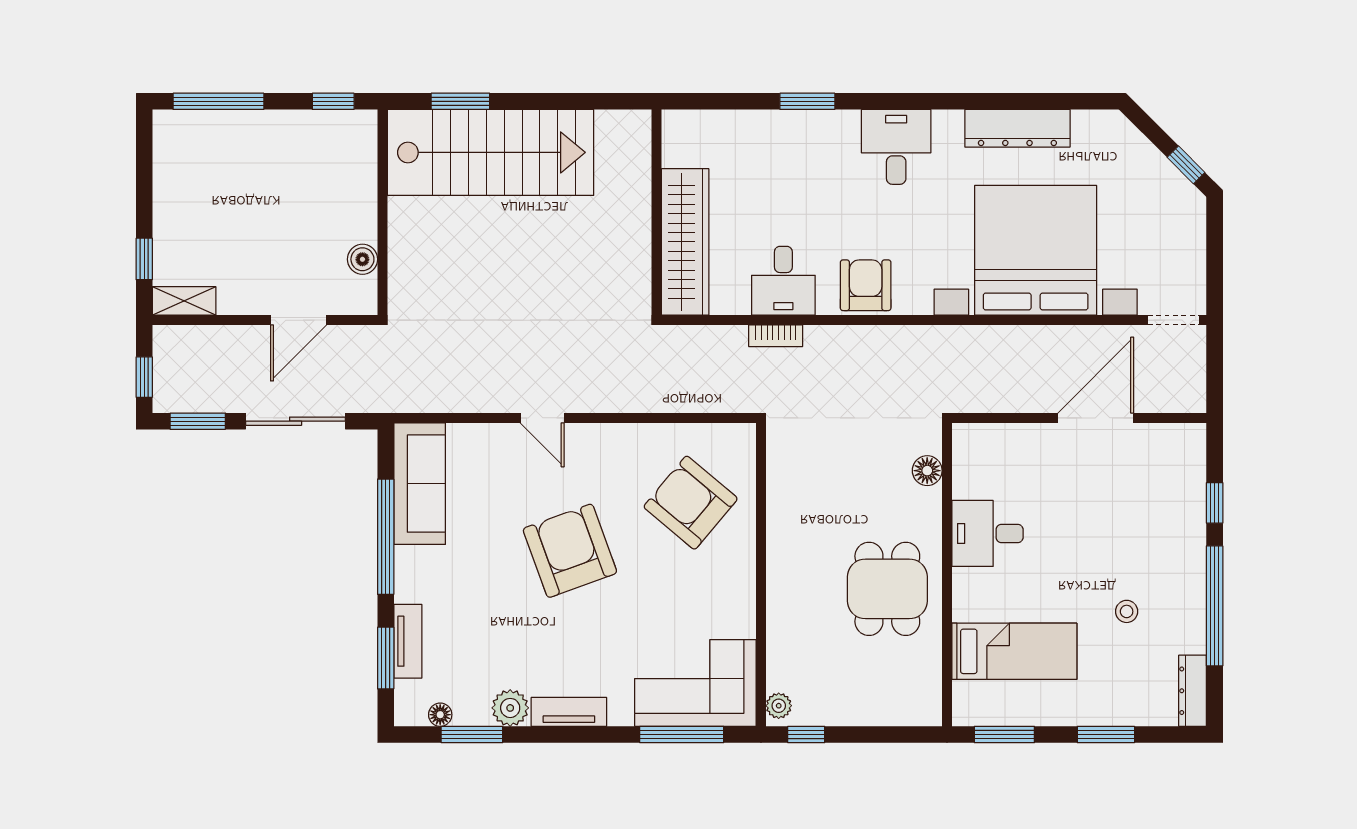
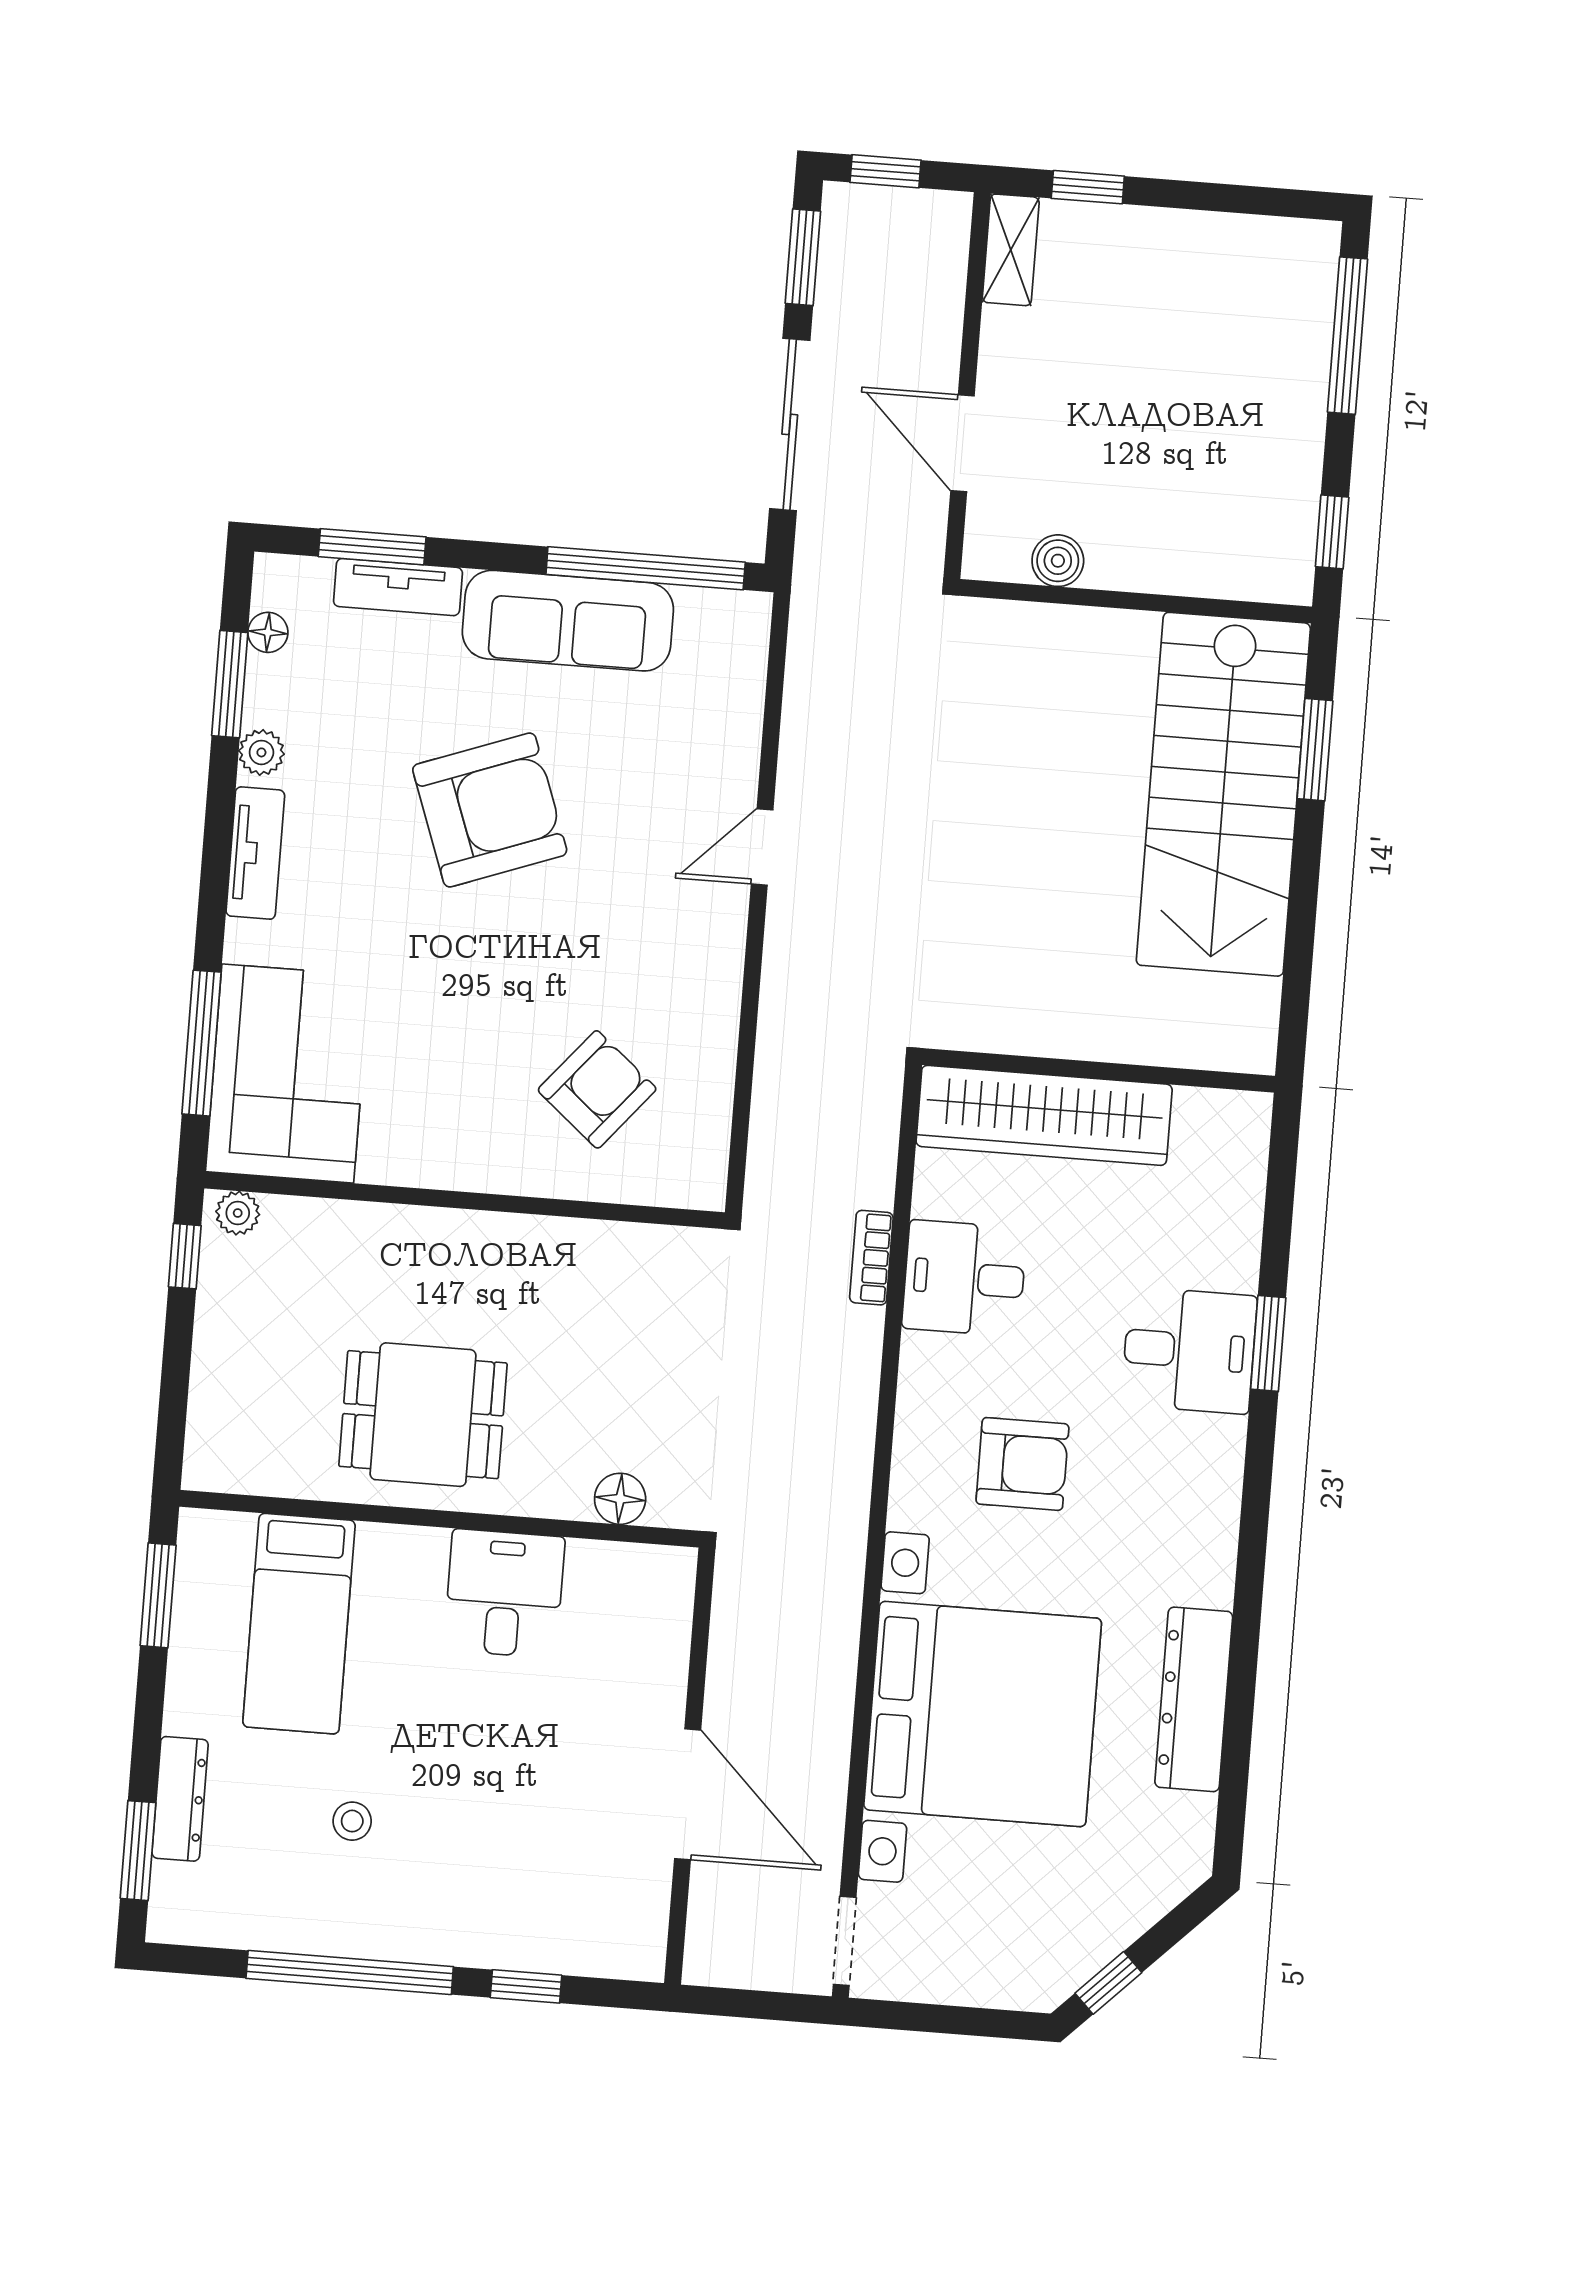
desk: (896, 147) -> (1189, 1350), moved
armchair: (866, 285) -> (1022, 1464), moved
sofa: (420, 484) -> (568, 621), moved
armchair: (691, 503) -> (597, 1089), width x0.73, depth x0.73
window: (386, 537) -> (646, 568), moved
armchair: (570, 551) -> (490, 810), moved
dresser: (1193, 691) -> (180, 1799), moved, turned 90
plant: (510, 708) -> (261, 752), width x0.73, depth x0.73
window: (1106, 734) -> (138, 1851), moved

